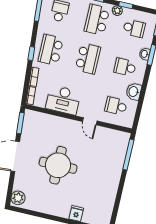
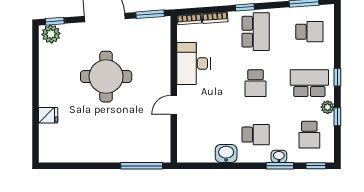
school desk: (51, 50) -> (256, 32), turned 90
school desk: (88, 59) -> (256, 83), width x0.54
school desk: (125, 67) -> (256, 135), turned 90
school desk: (116, 106) -> (202, 135), removed
window: (9, 193) -> (55, 21), added

